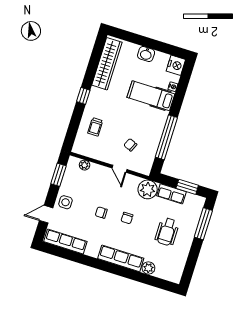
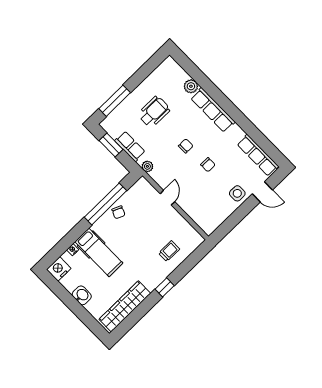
chair: (130, 145) -> (118, 212), moved
plant: (85, 165) -> (199, 220), removed
window: (59, 175) -> (230, 224), removed
plant: (148, 189) -> (147, 166), width x0.53, depth x0.53

